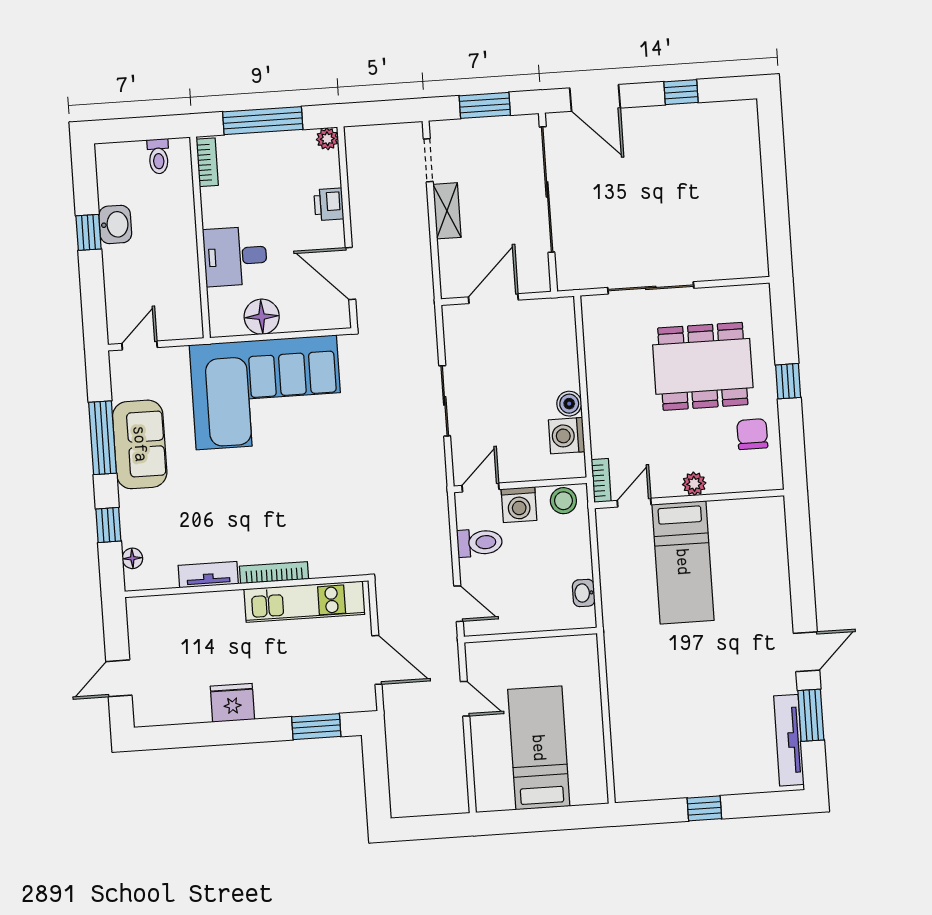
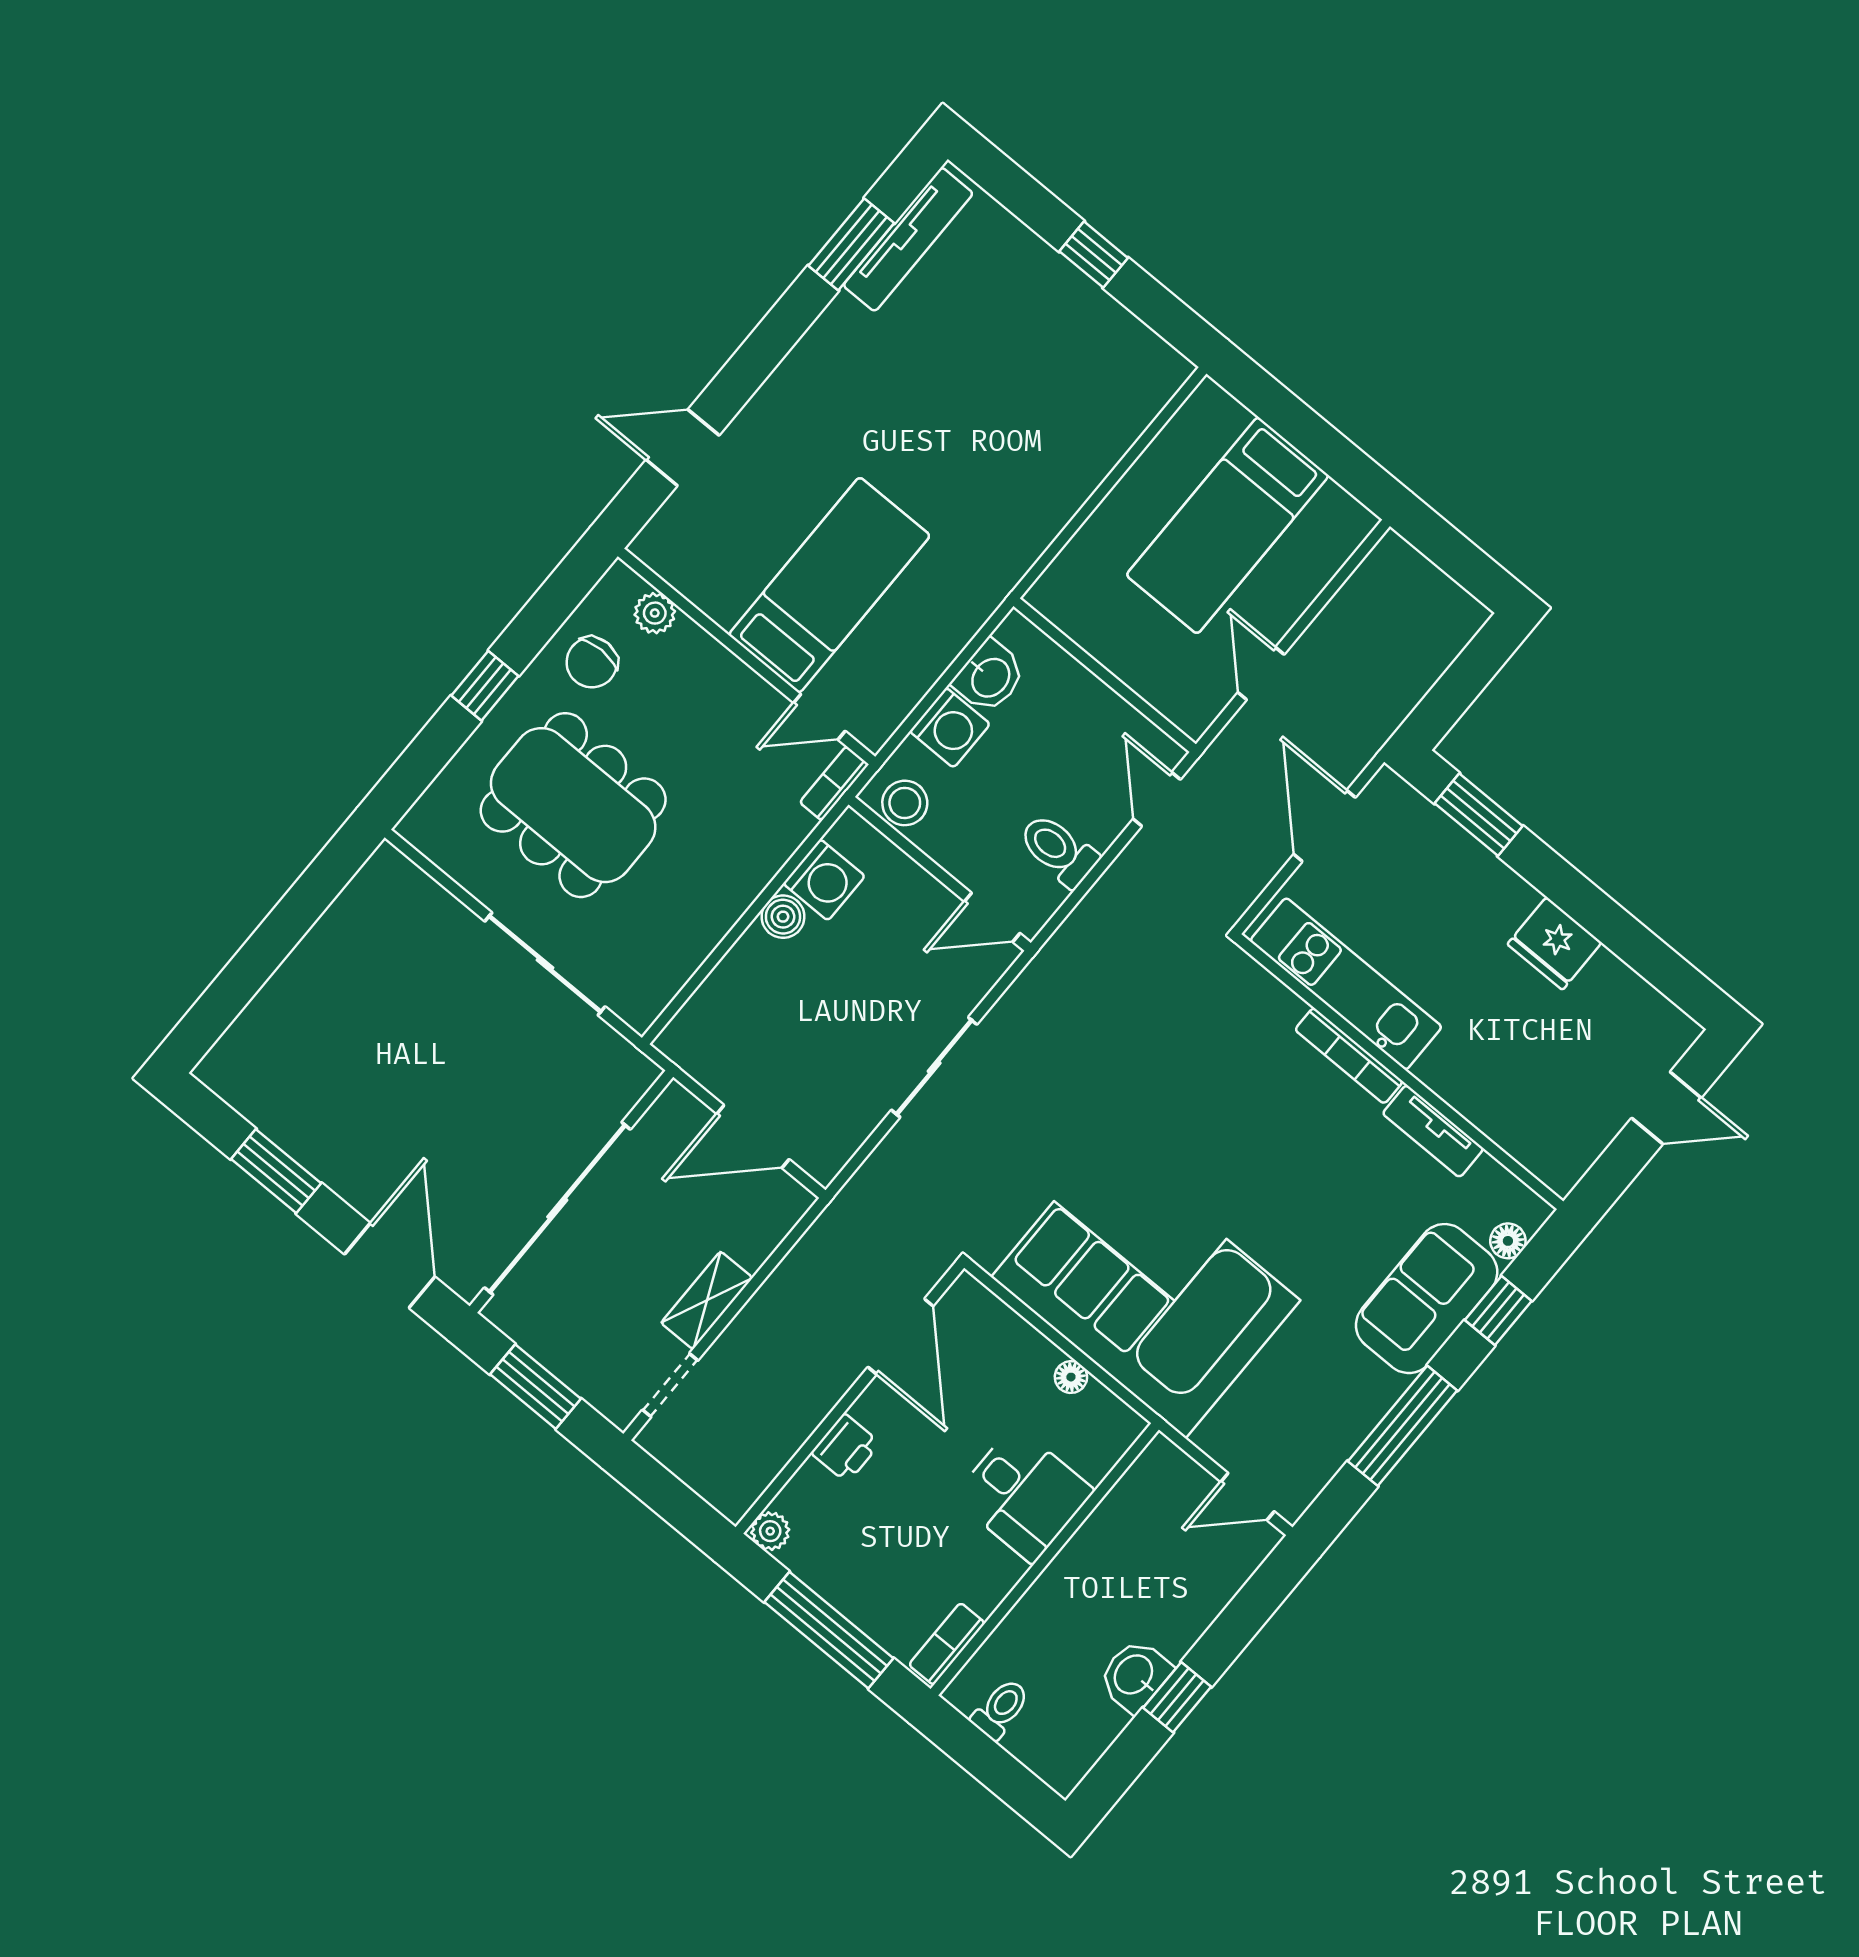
window: (681, 92) -> (276, 1171), width x1.50
floor lamp: (262, 317) -> (1071, 1377), width x0.53, depth x0.53
sofa: (140, 444) -> (1427, 1299), moved
plant: (694, 484) -> (655, 613), moved
washing machine: (519, 505) -> (950, 728), moved, turned 90
washbasin: (584, 593) -> (990, 677), width x1.38, depth x1.45
door: (807, 652) -> (683, 448), moved

